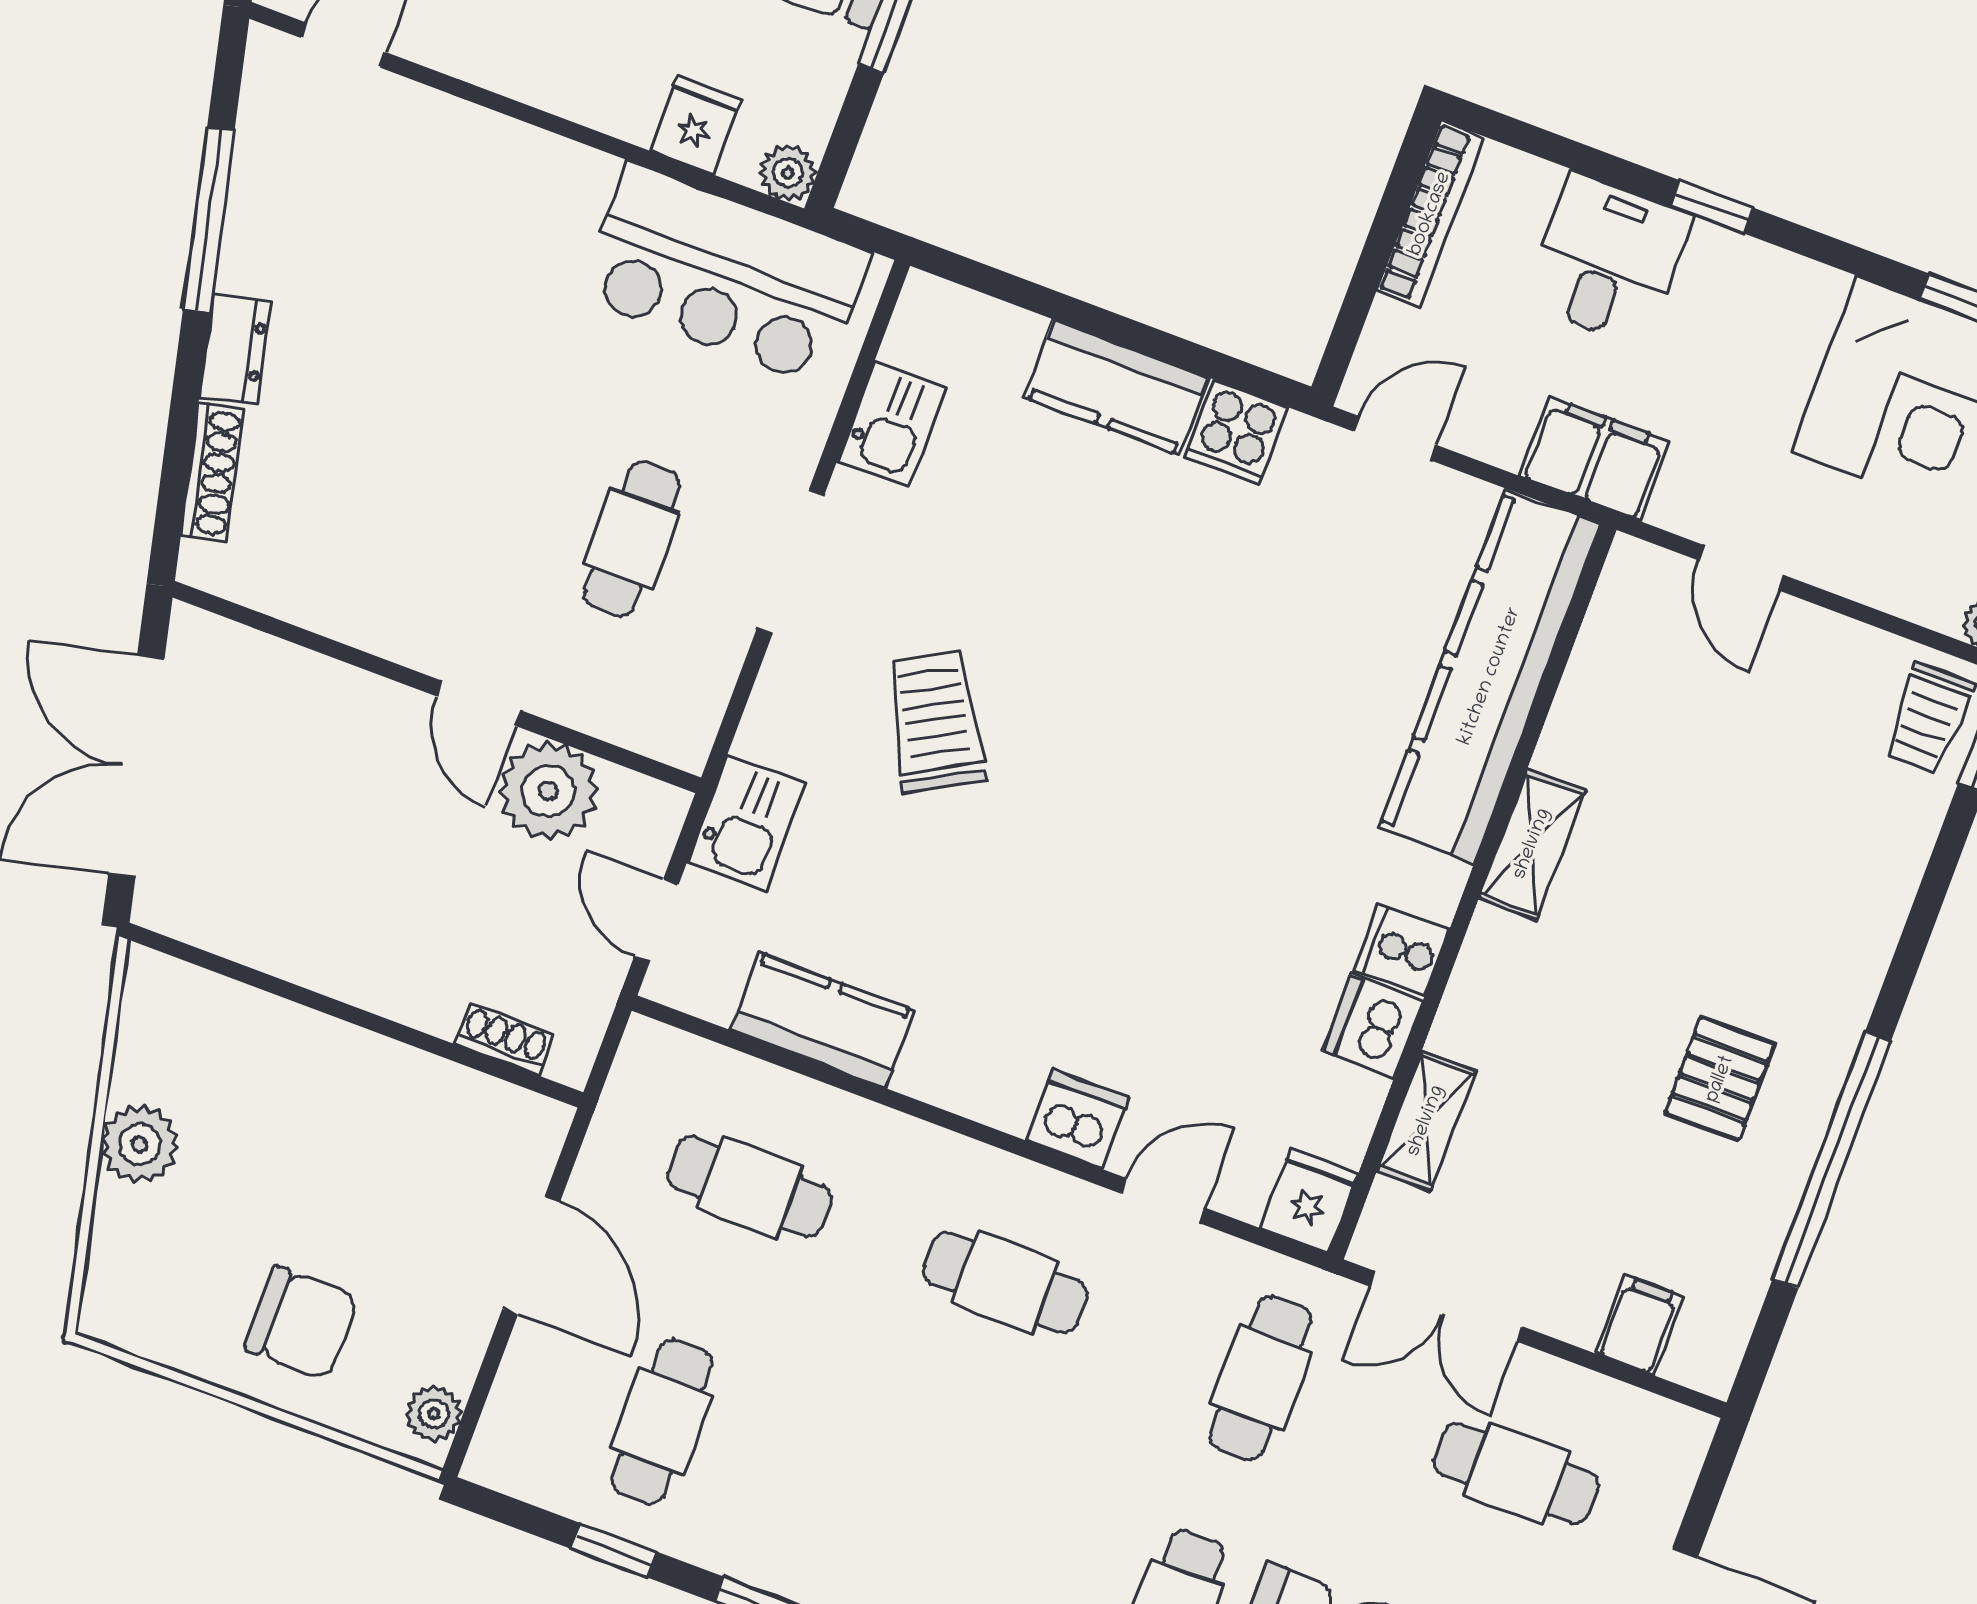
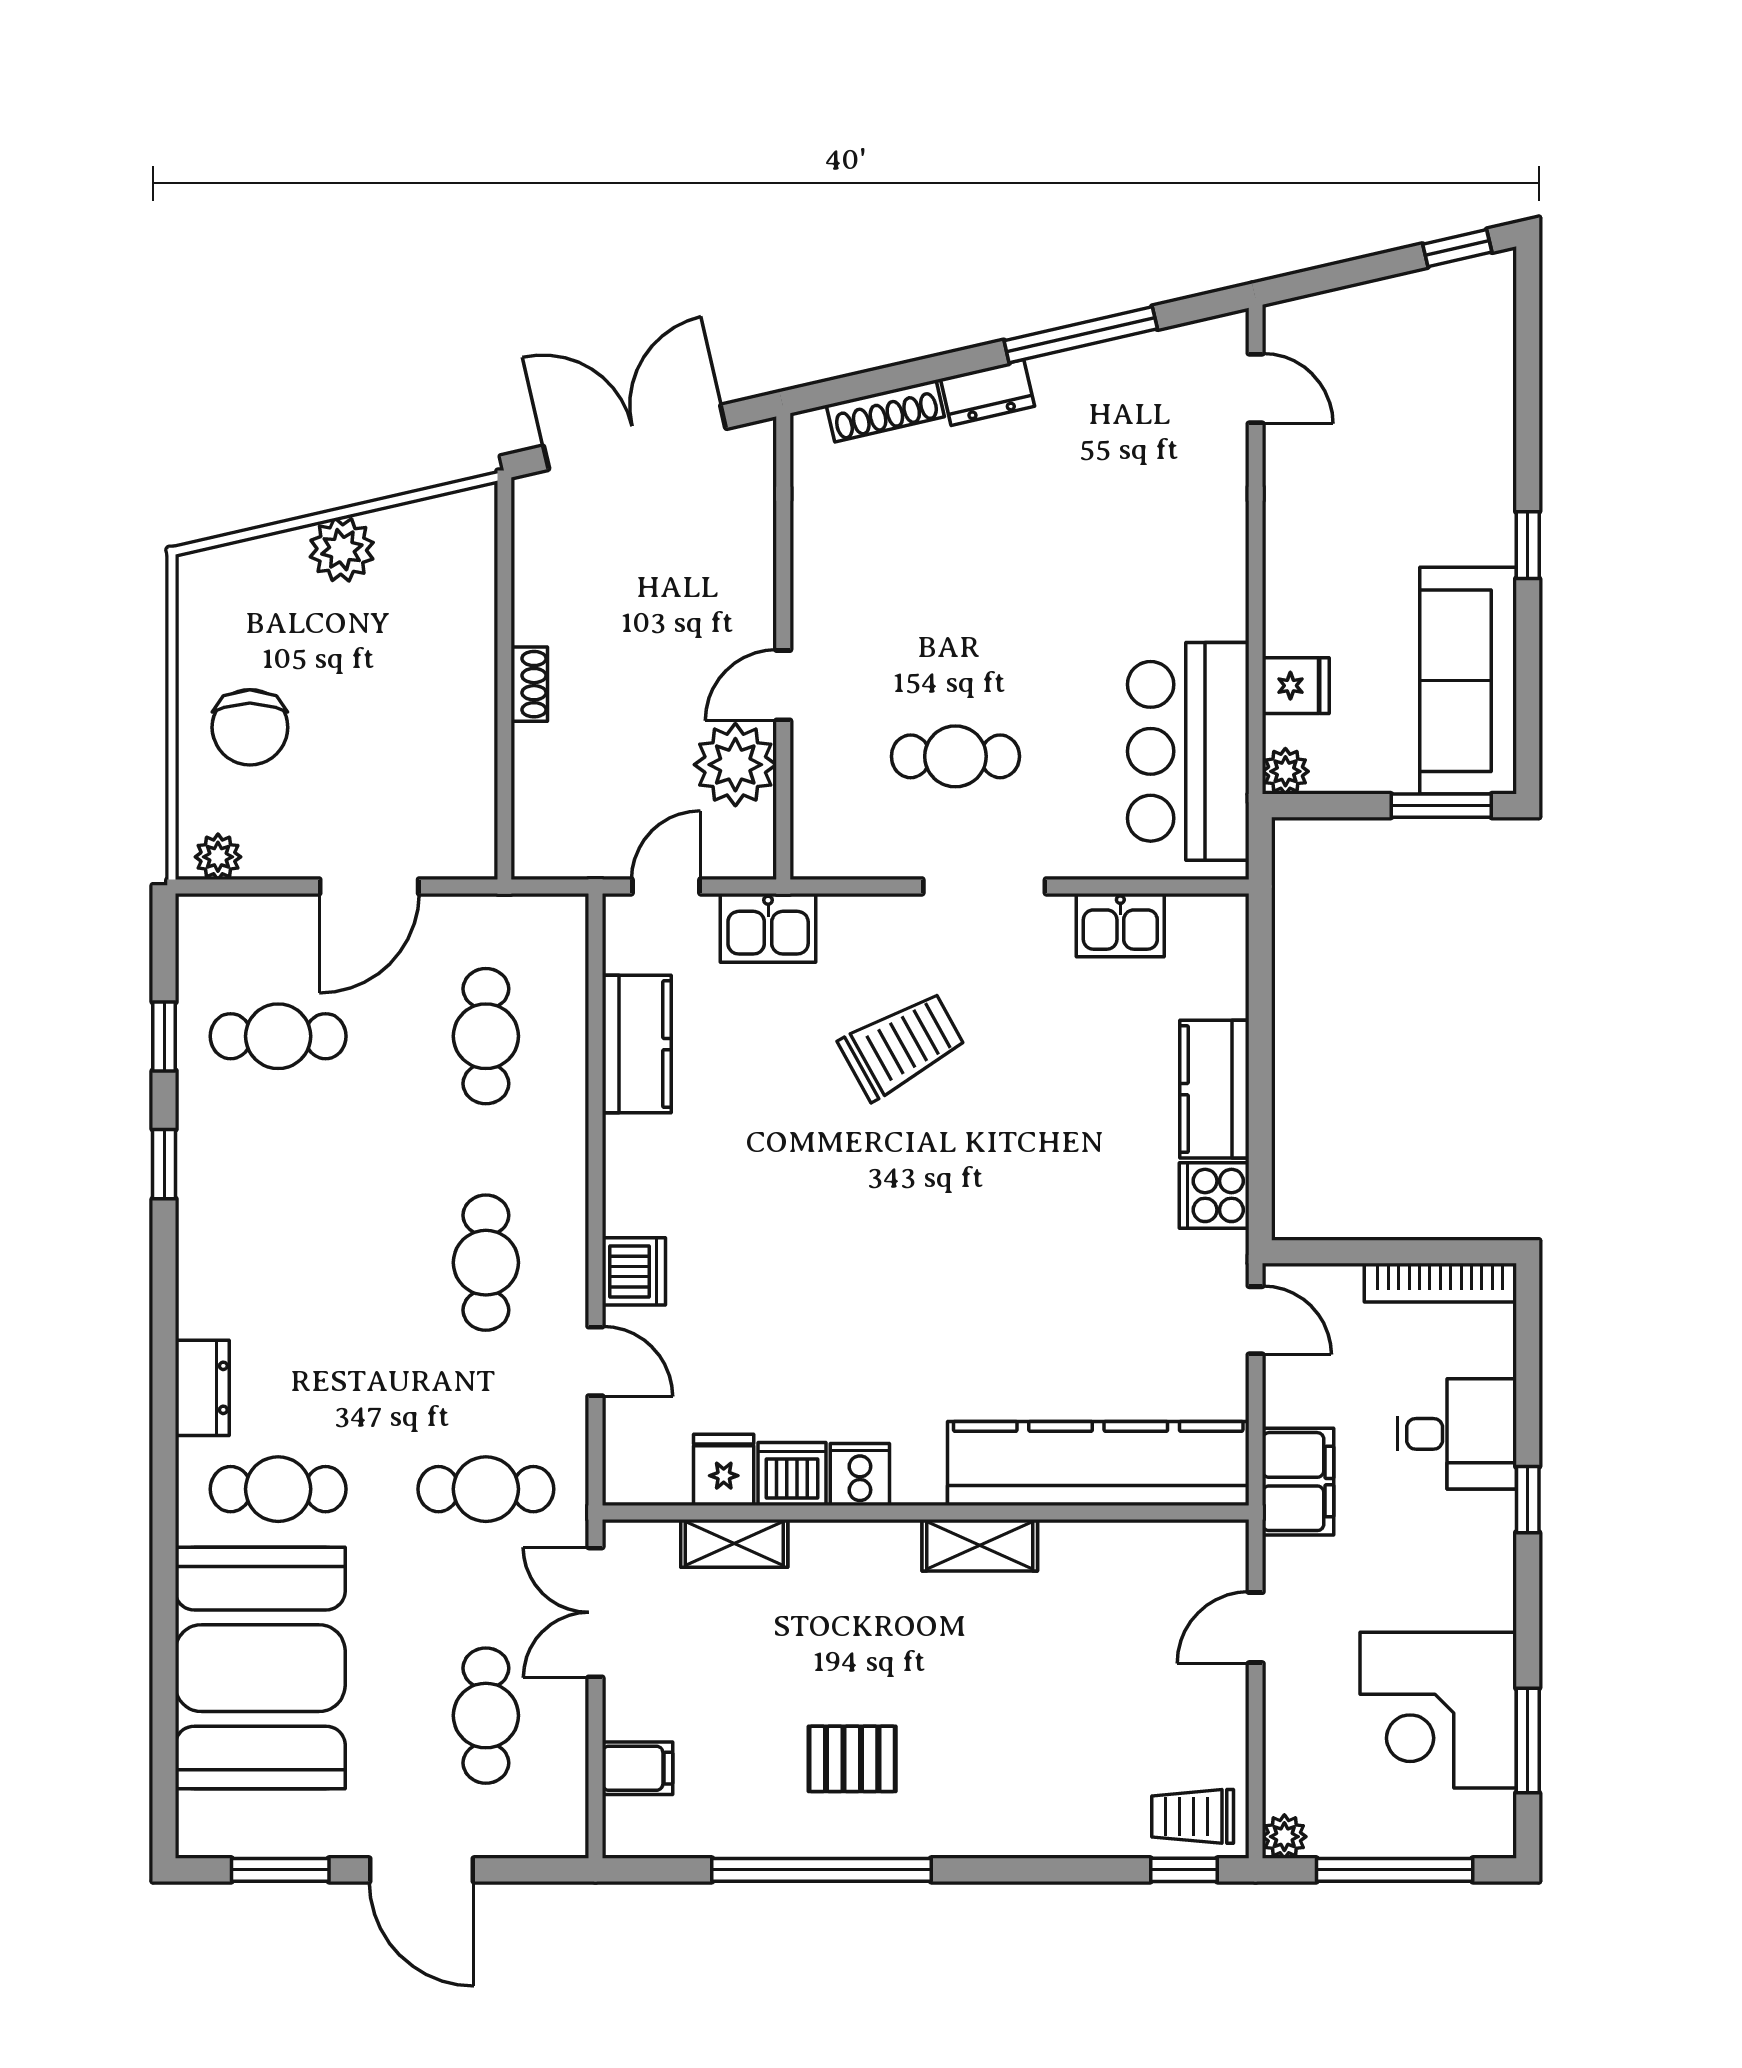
shoe rack: (504, 1039) -> (529, 684), moved
fridge: (1310, 1201) -> (724, 1470), moved, turned -90

